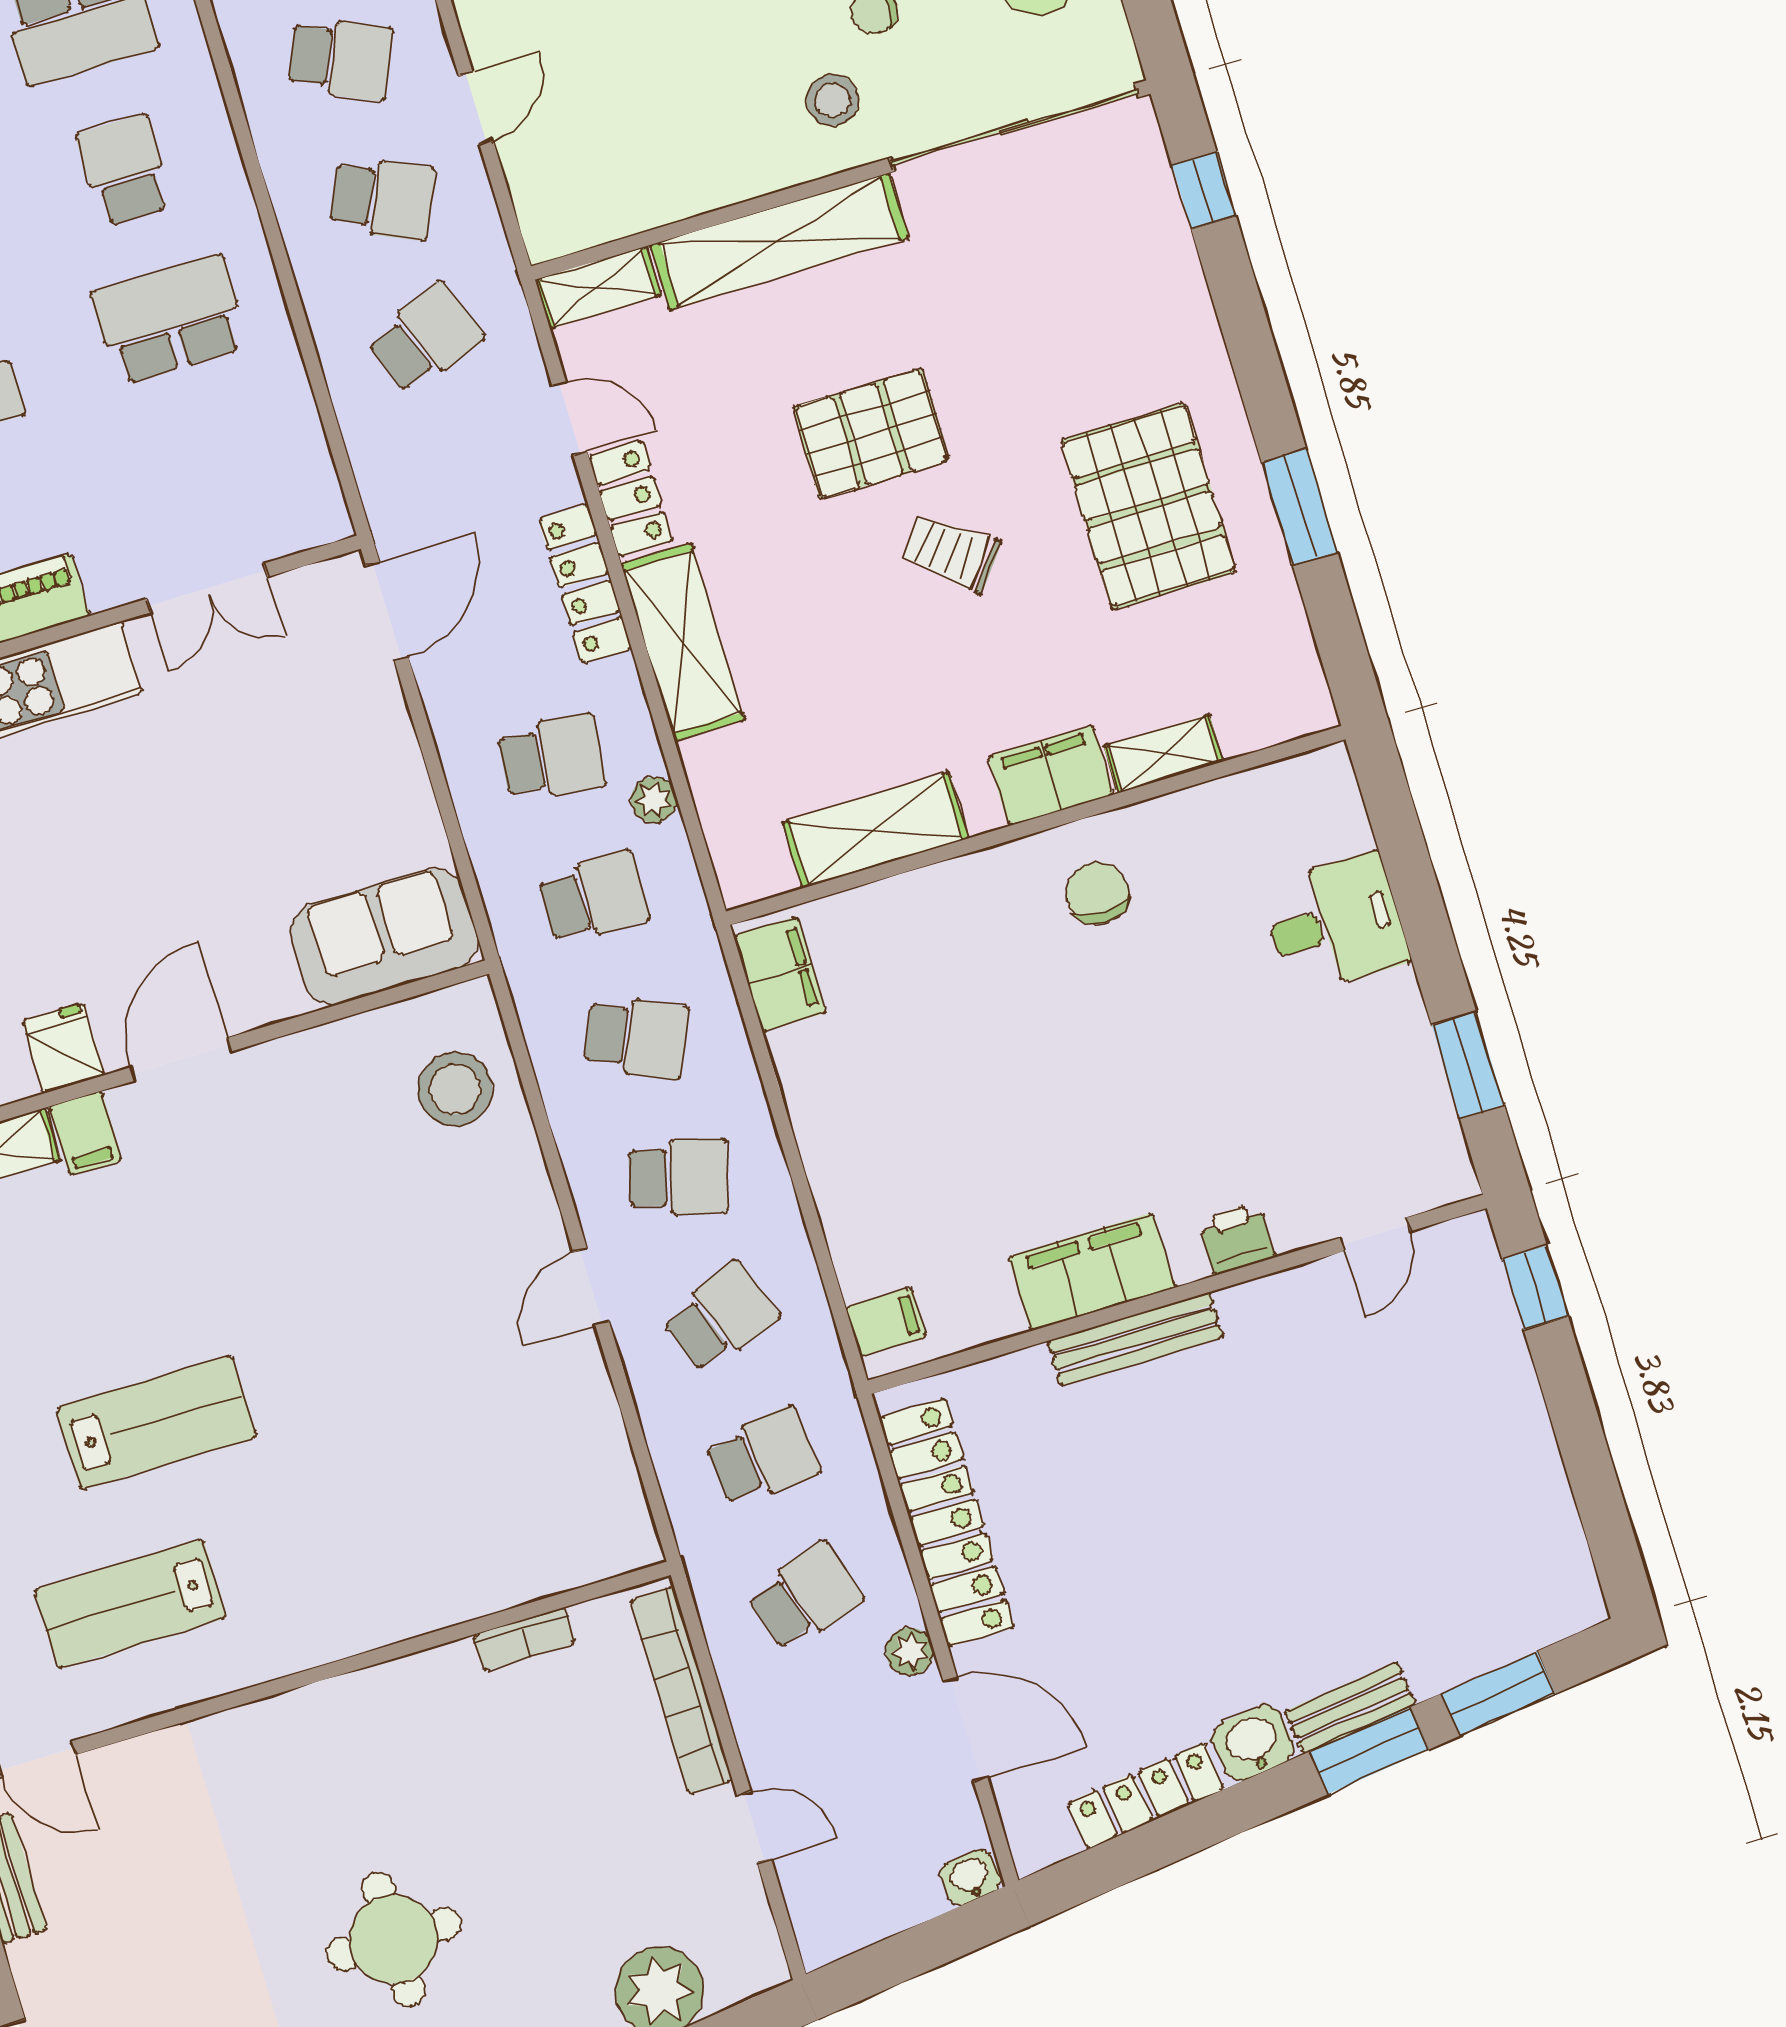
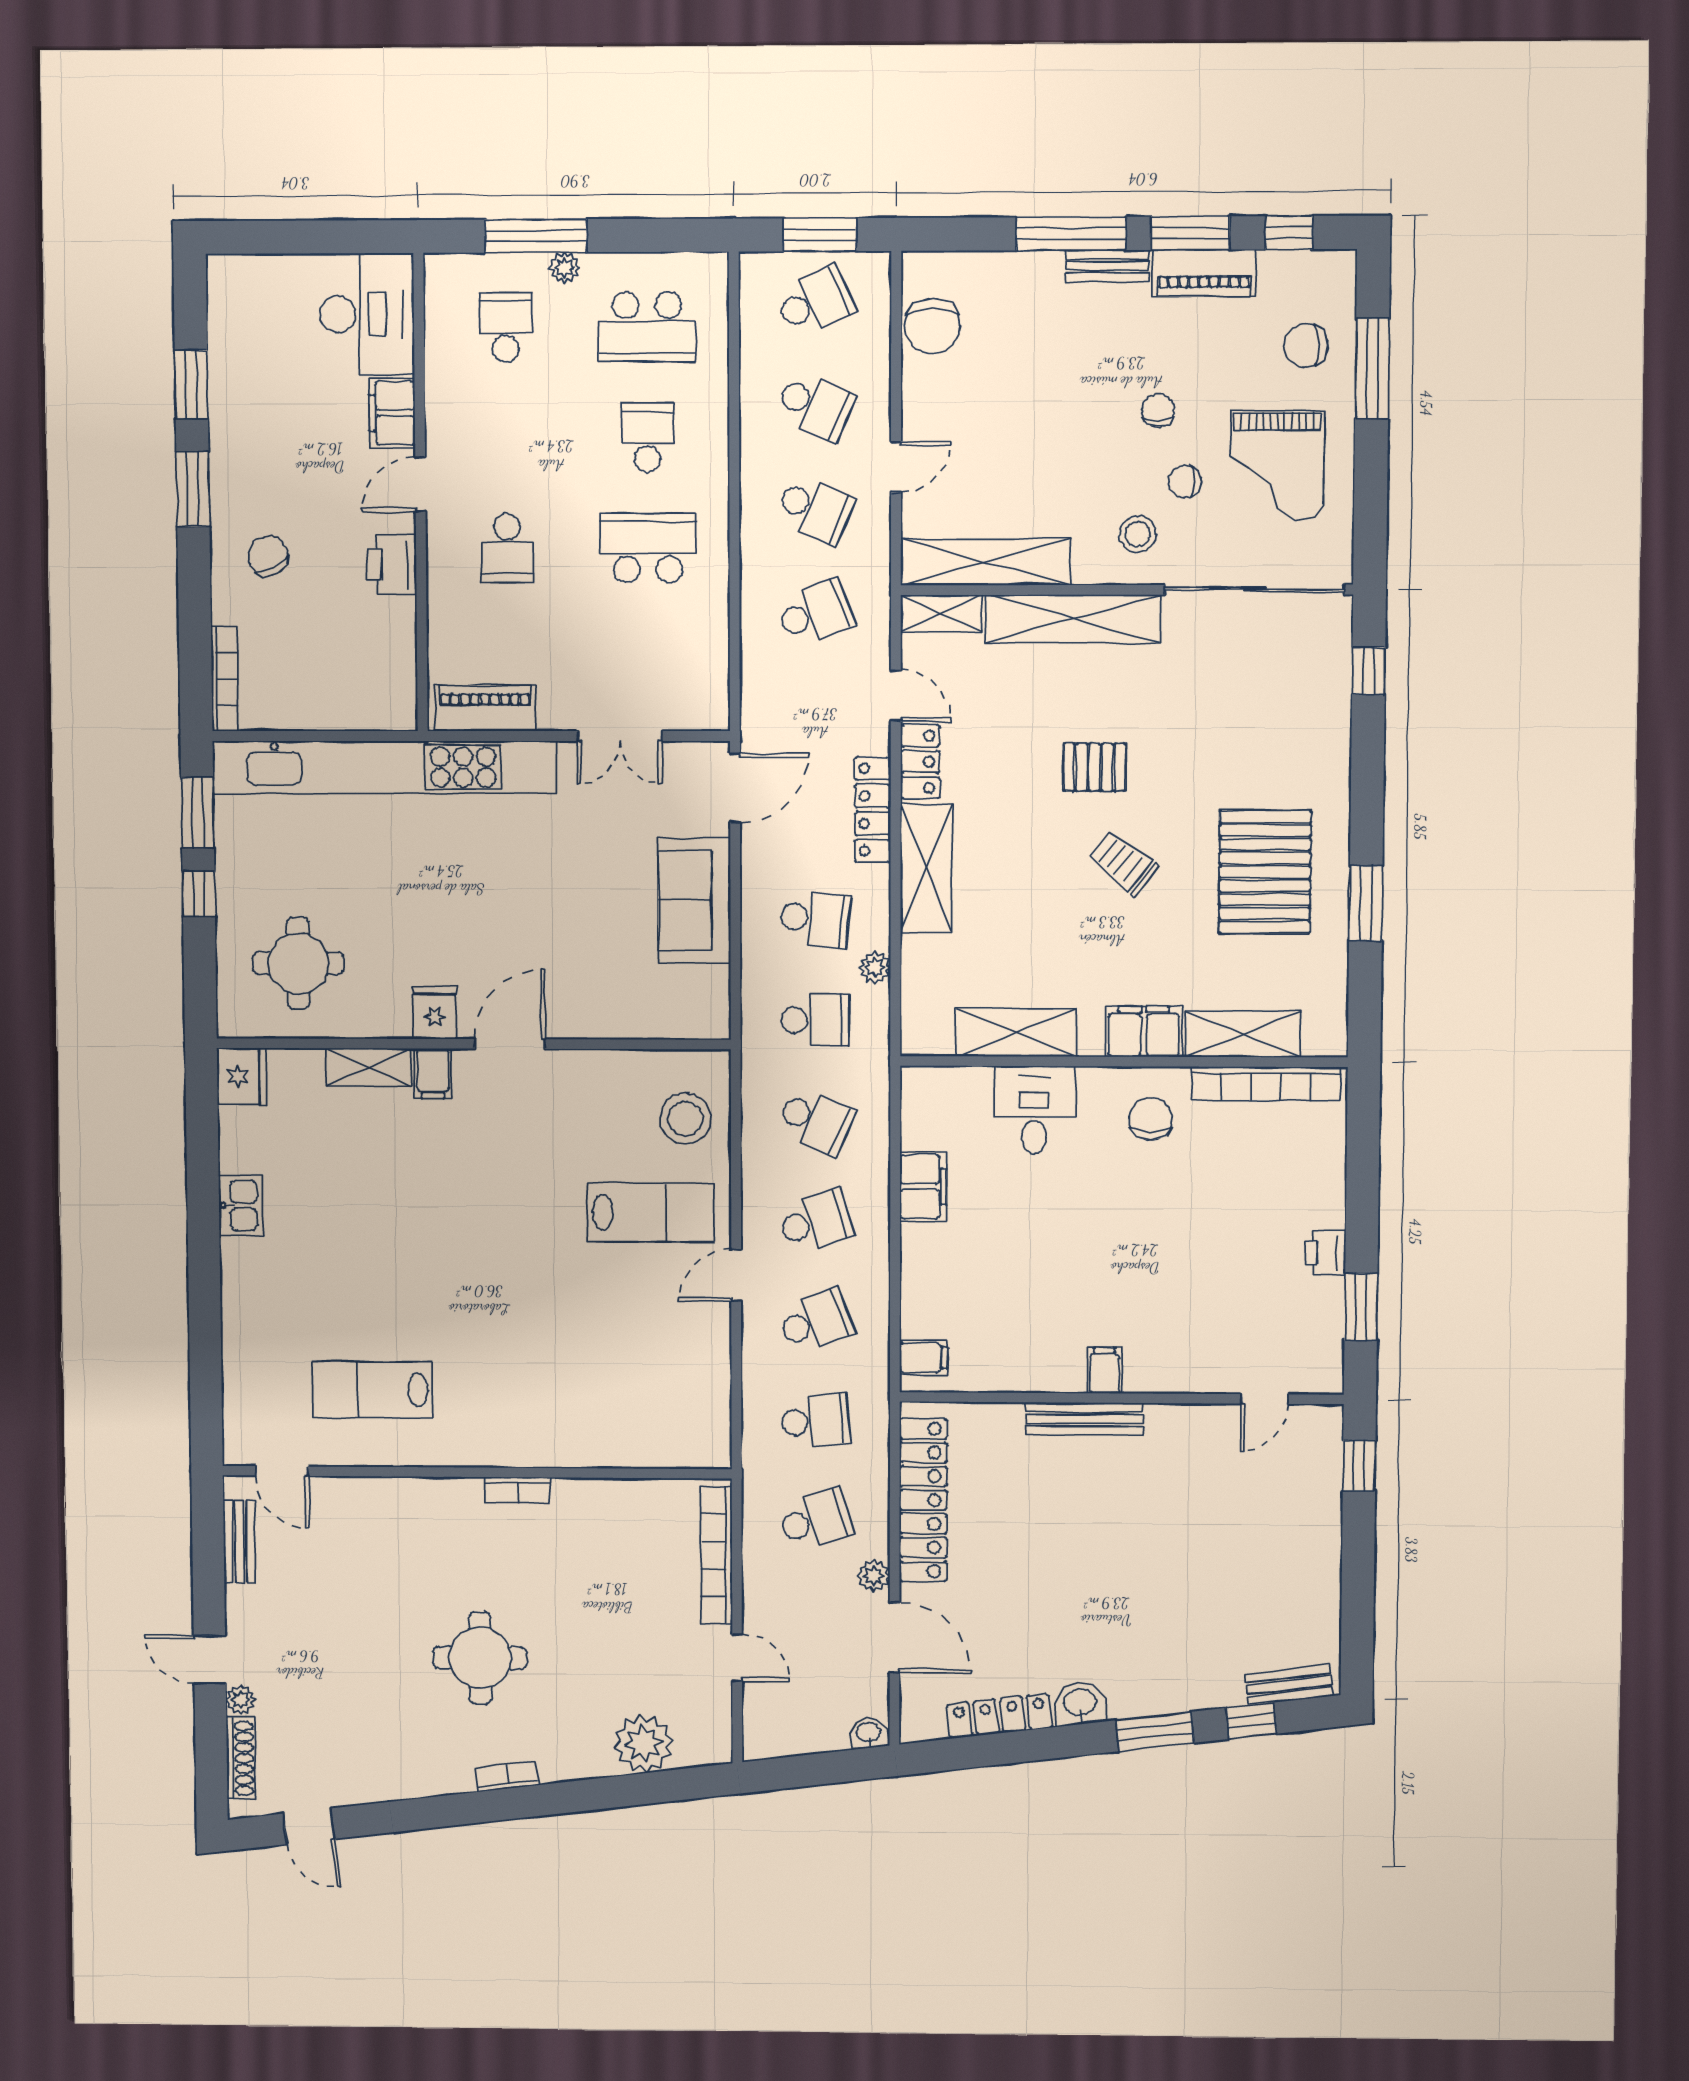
shelving: (637, 200) -> (985, 562), added
pallet: (871, 434) -> (1094, 767), width x0.67, depth x0.71
shelving: (1163, 754) -> (1243, 1034), width x1.50, depth x1.33
bookcase: (1241, 796) -> (1266, 1084), added
desk: (1335, 923) -> (1034, 1110), moved, turned -90
sofa: (384, 936) -> (694, 900), moved, turned -90
filing cabinet: (780, 974) -> (923, 1187), moved
school desk: (678, 1177) -> (815, 1221), turned -33
printer: (1237, 1239) -> (1325, 1253), moved, turned -90
filing cabinet: (1092, 1272) -> (1105, 1370), width x0.33, depth x0.86
lab bench: (156, 1422) -> (651, 1213), moved
bookcase: (524, 1639) -> (518, 1490), moved
window: (1499, 1693) -> (1251, 1721), width x0.67
bench: (1350, 1708) -> (1289, 1685), moved

